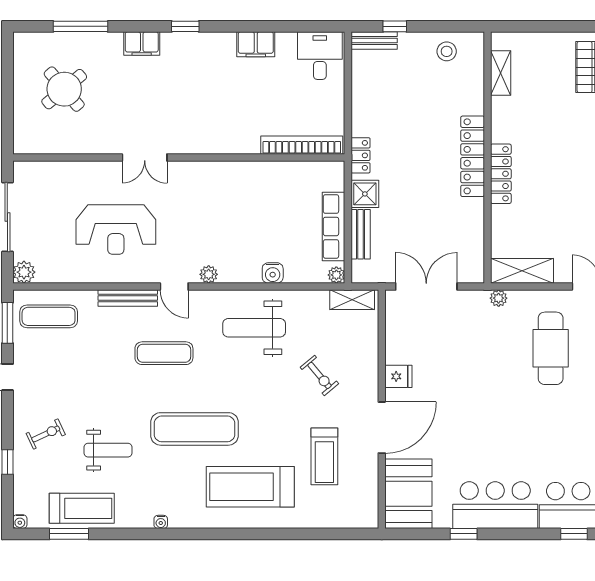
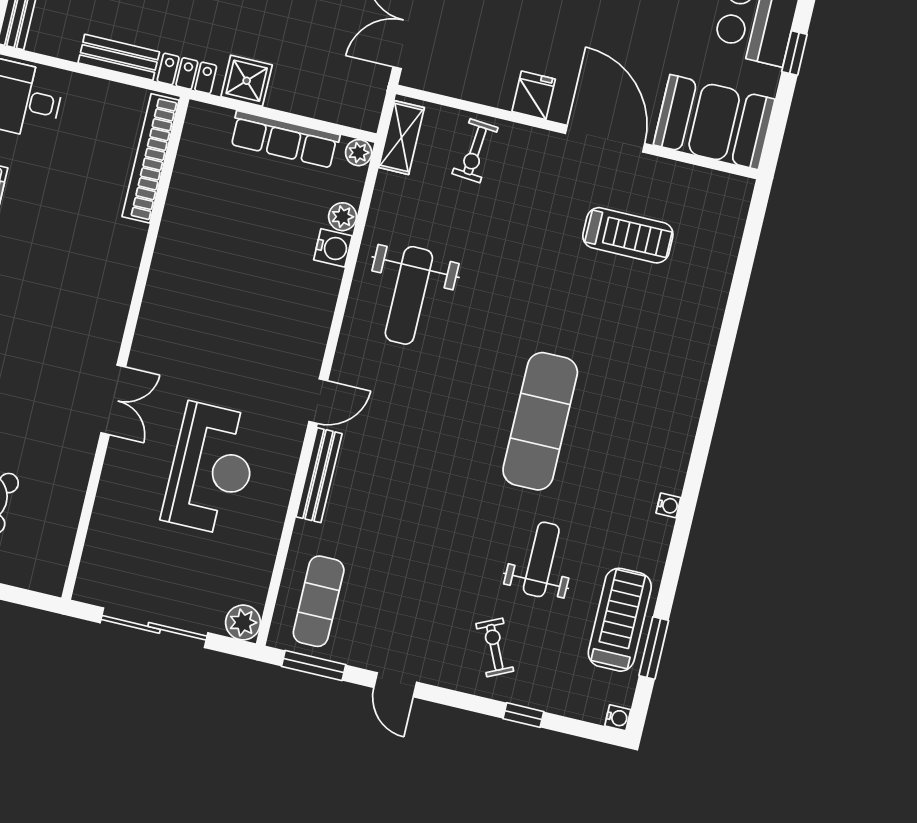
bench: (361, 234) -> (119, 57), moved
plant: (209, 274) -> (343, 217), moved
exercise mat: (164, 353) -> (415, 440), removed
exercise bike: (320, 375) -> (475, 151), moved, turned 135
treadmill: (250, 487) -> (647, 358), removed

